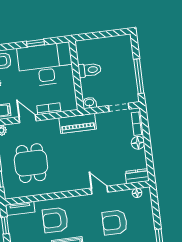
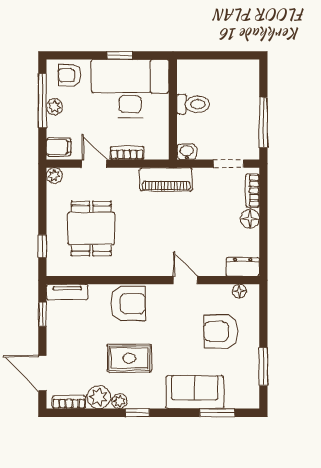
armchair: (55, 220) -> (128, 304), moved, turned 180
armchair: (115, 222) -> (221, 332), moved

